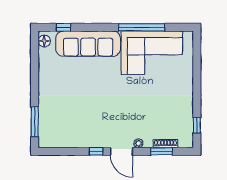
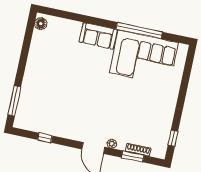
window: (64, 27) -> (62, 14), removed
sofa: (88, 44) -> (98, 36), width x0.54, depth x0.79
window: (96, 151) -> (45, 138), moved

